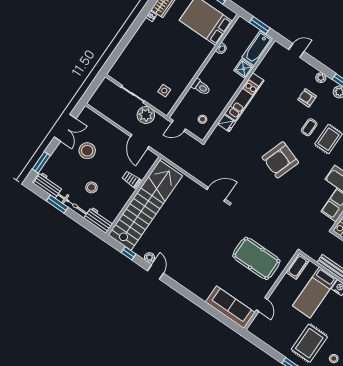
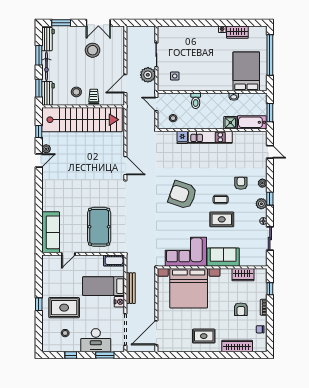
stool: (91, 187) -> (76, 92), moved
window: (88, 225) -> (39, 88), added

